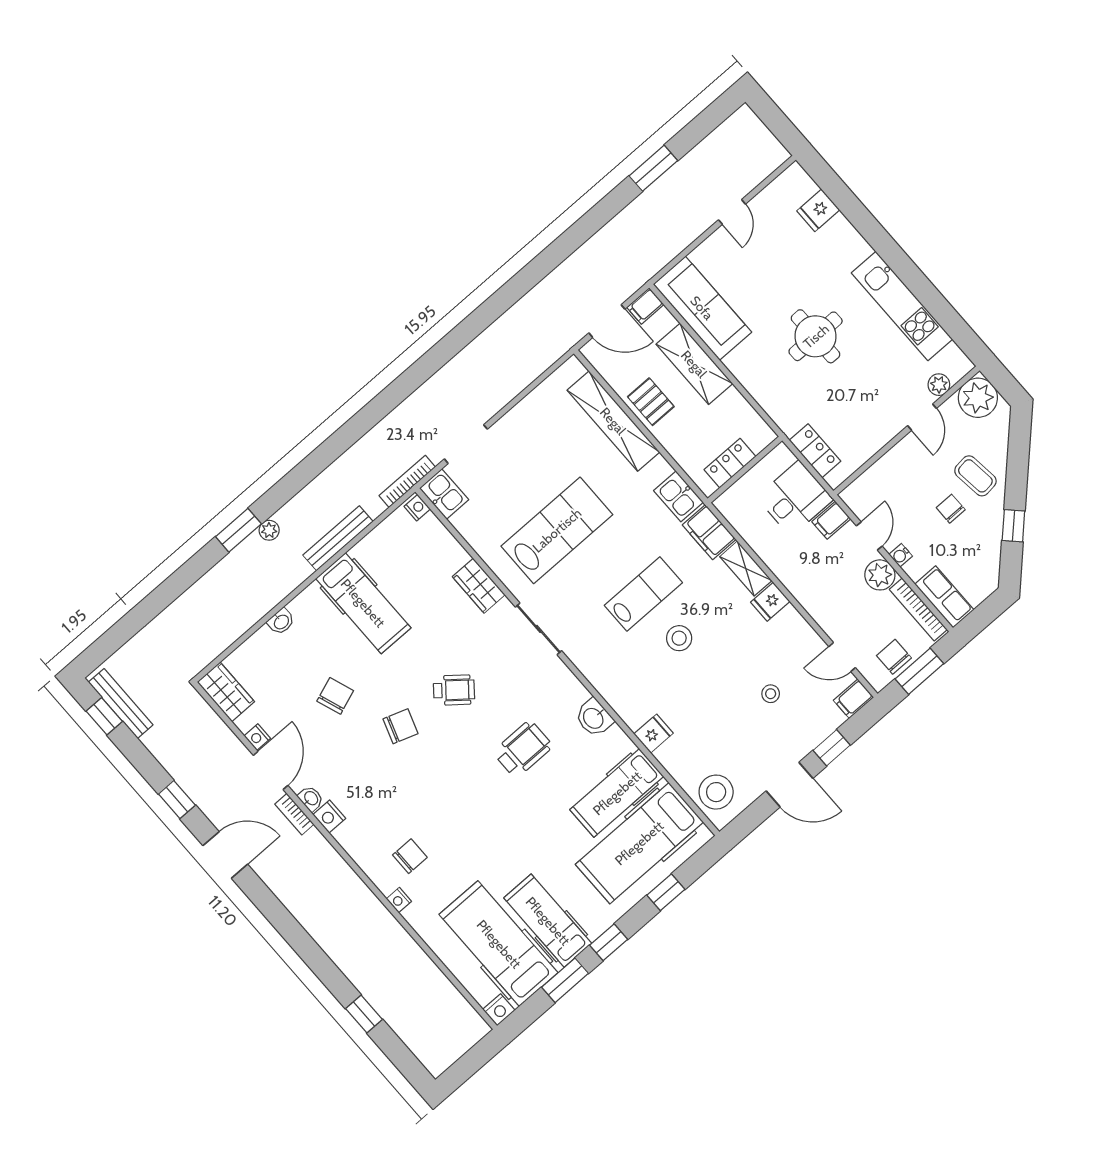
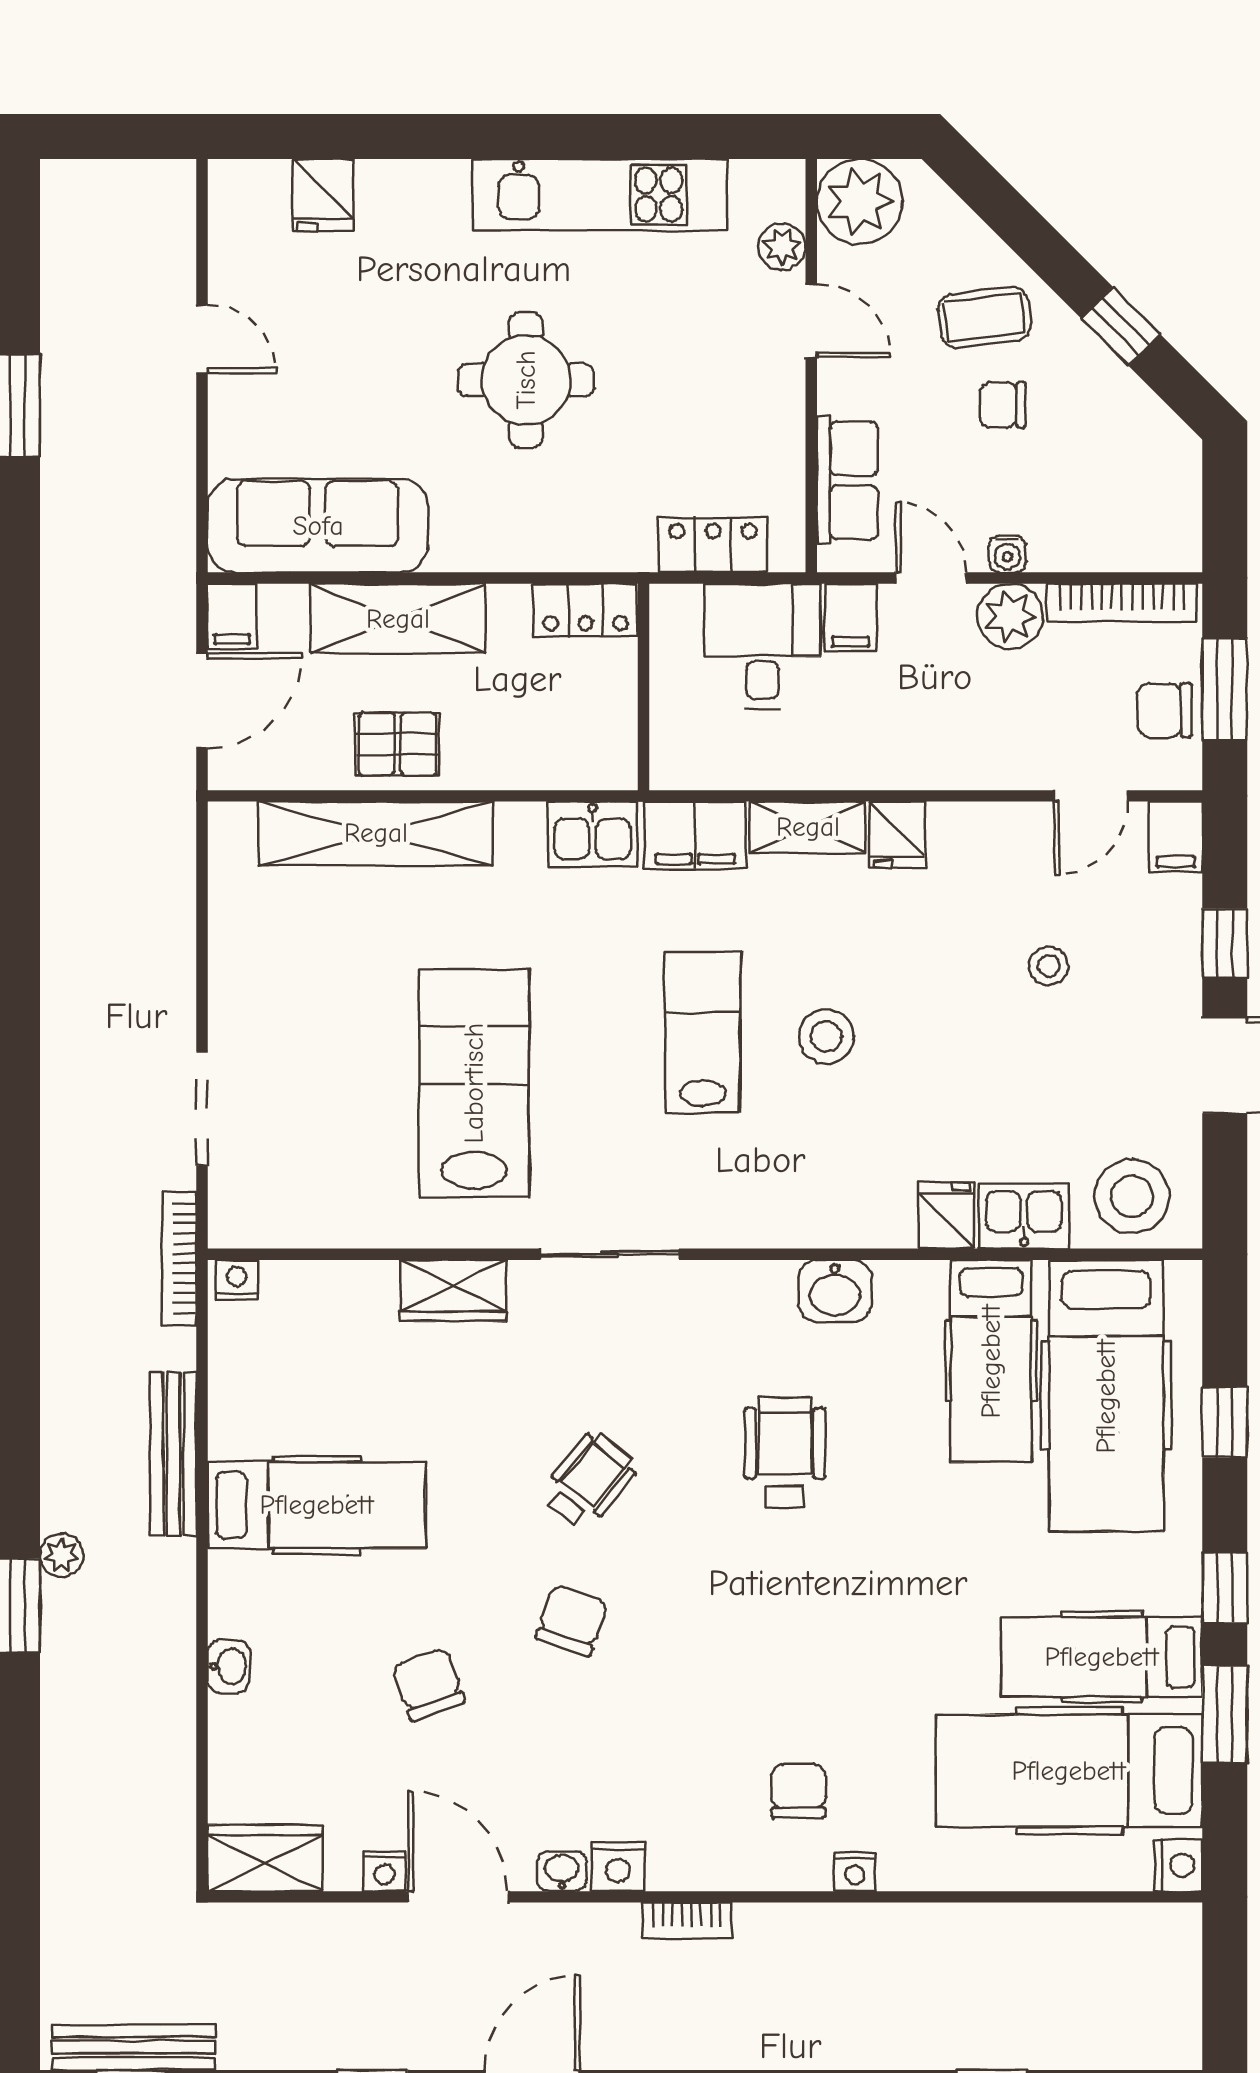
locker: (730, 463) -> (586, 610), moved, turned -90
kitchen sink: (444, 494) -> (1024, 1216), moved
row of seats: (944, 597) -> (847, 480), moved, turned 90
bookcase: (294, 814) -> (687, 1920), moved

